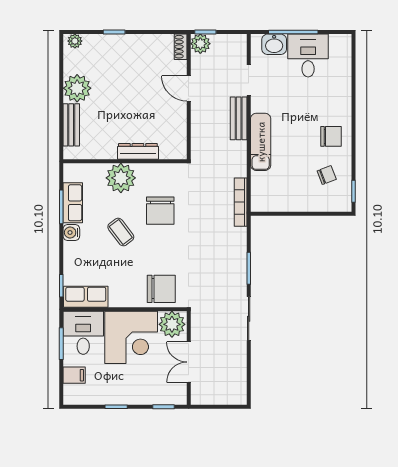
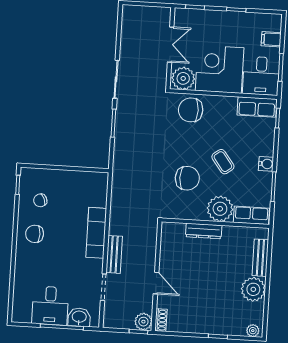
bookcase: (241, 202) -> (117, 181), removed
row of seats: (73, 203) -> (251, 215), moved, turned 90
chair: (160, 211) -> (187, 178), turned 90

